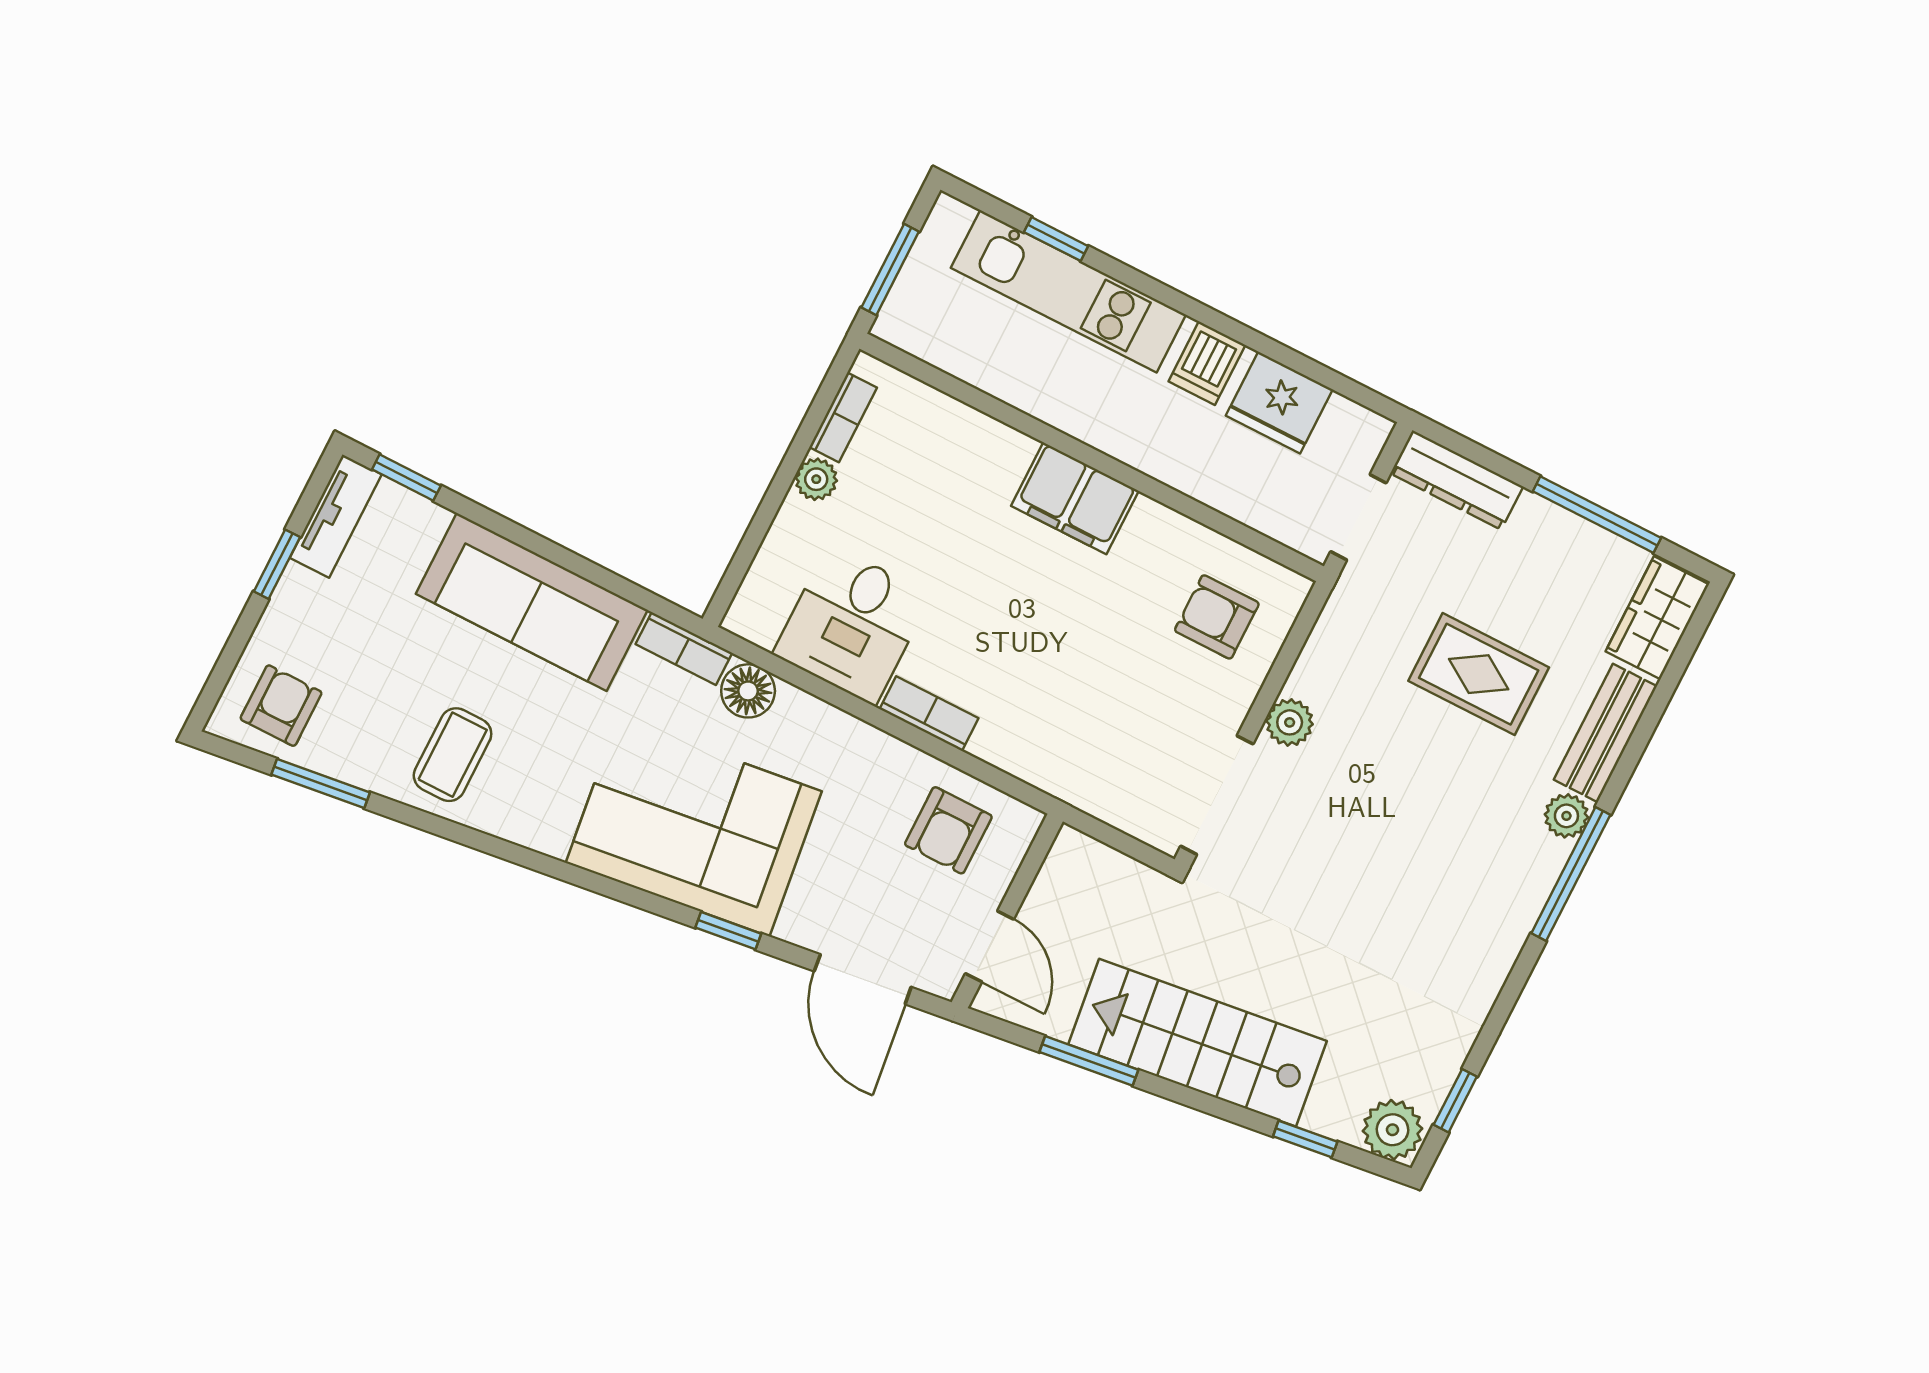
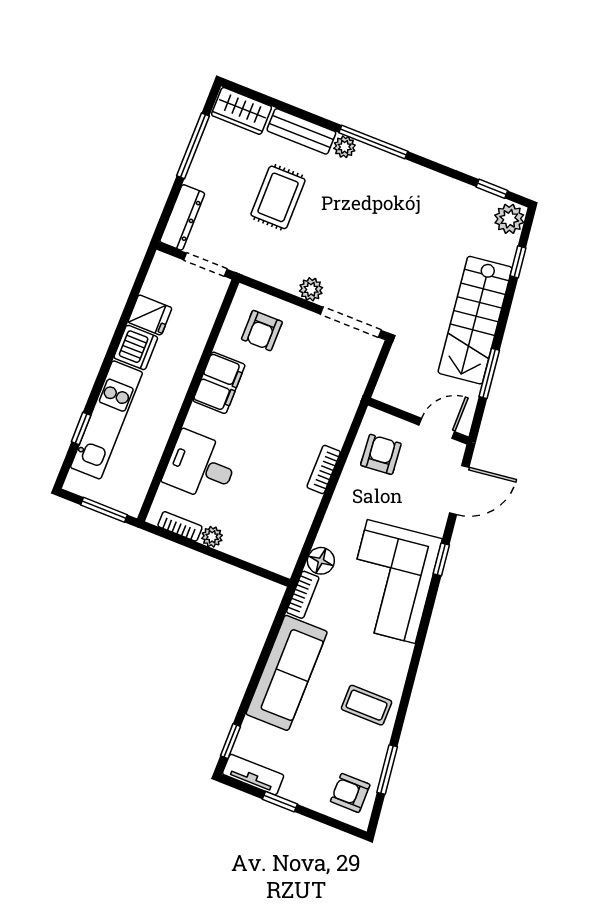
dishwasher: (1207, 363) -> (136, 347), width x1.38
fridge: (1279, 403) -> (150, 315), width x0.72
filing cabinet: (1075, 498) -> (219, 383), moved
desk: (852, 624) -> (201, 466), moved, turned 180
armchair: (948, 830) -> (381, 454), turned -95

